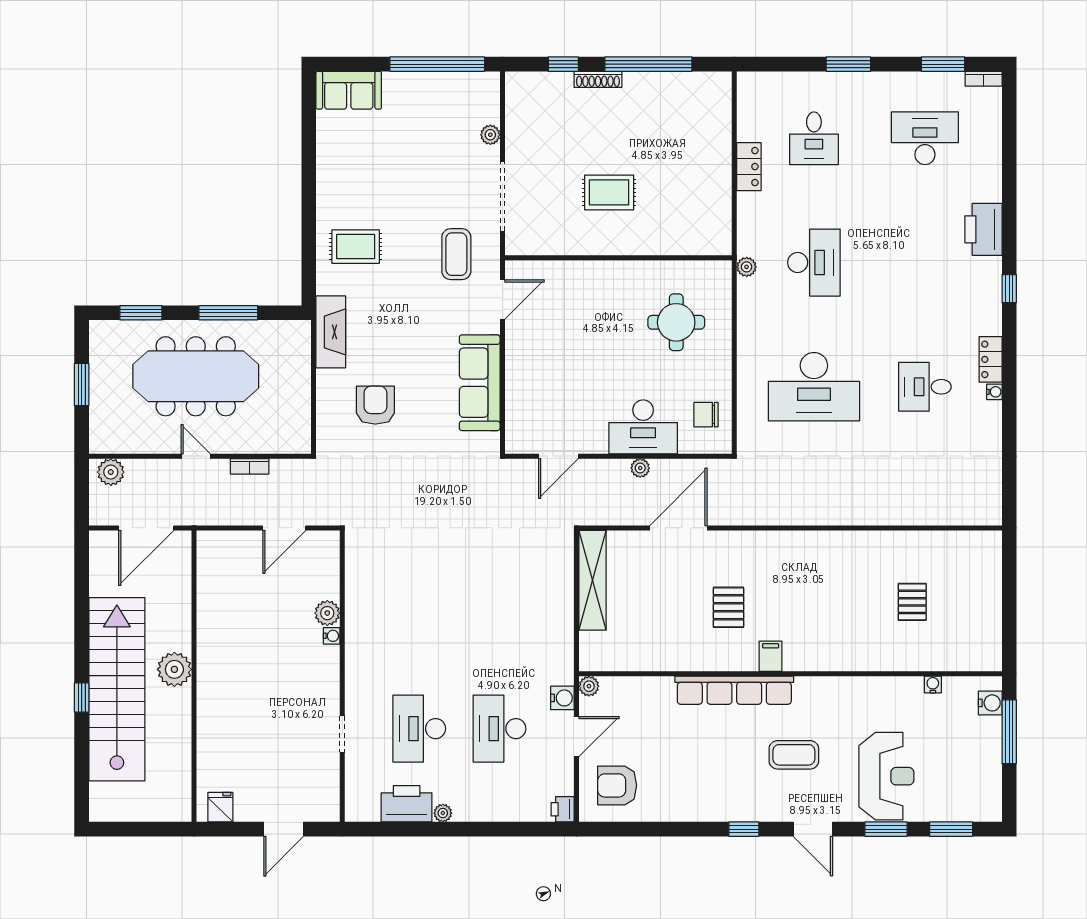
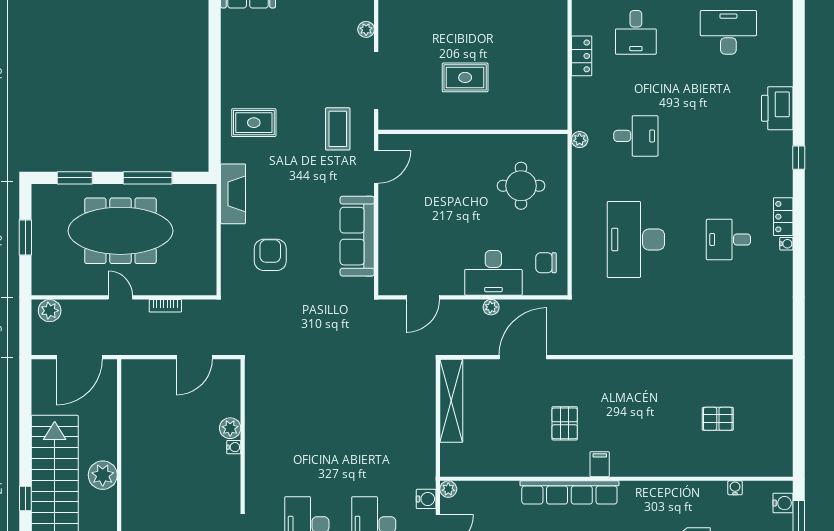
desk: (814, 263) -> (636, 136), width x0.73
desk: (814, 387) -> (636, 239), turned 90
pallet: (912, 602) -> (718, 419), turned 90

